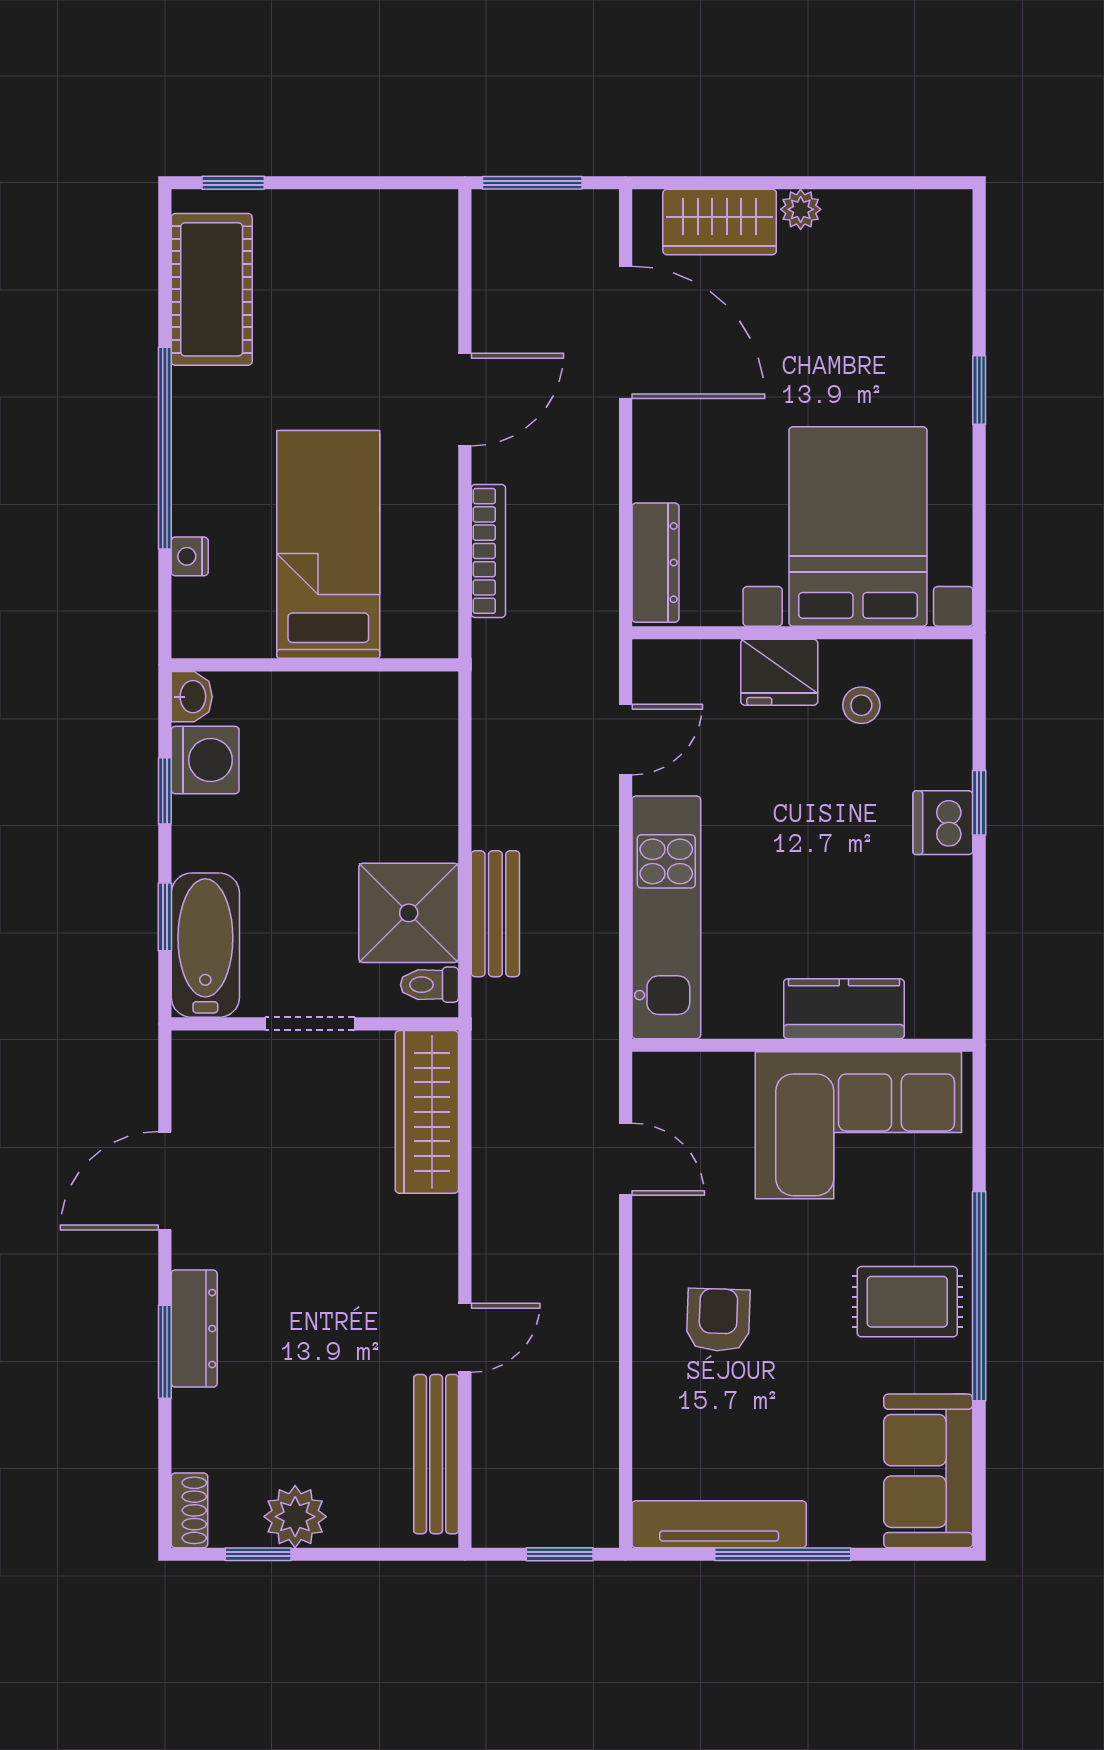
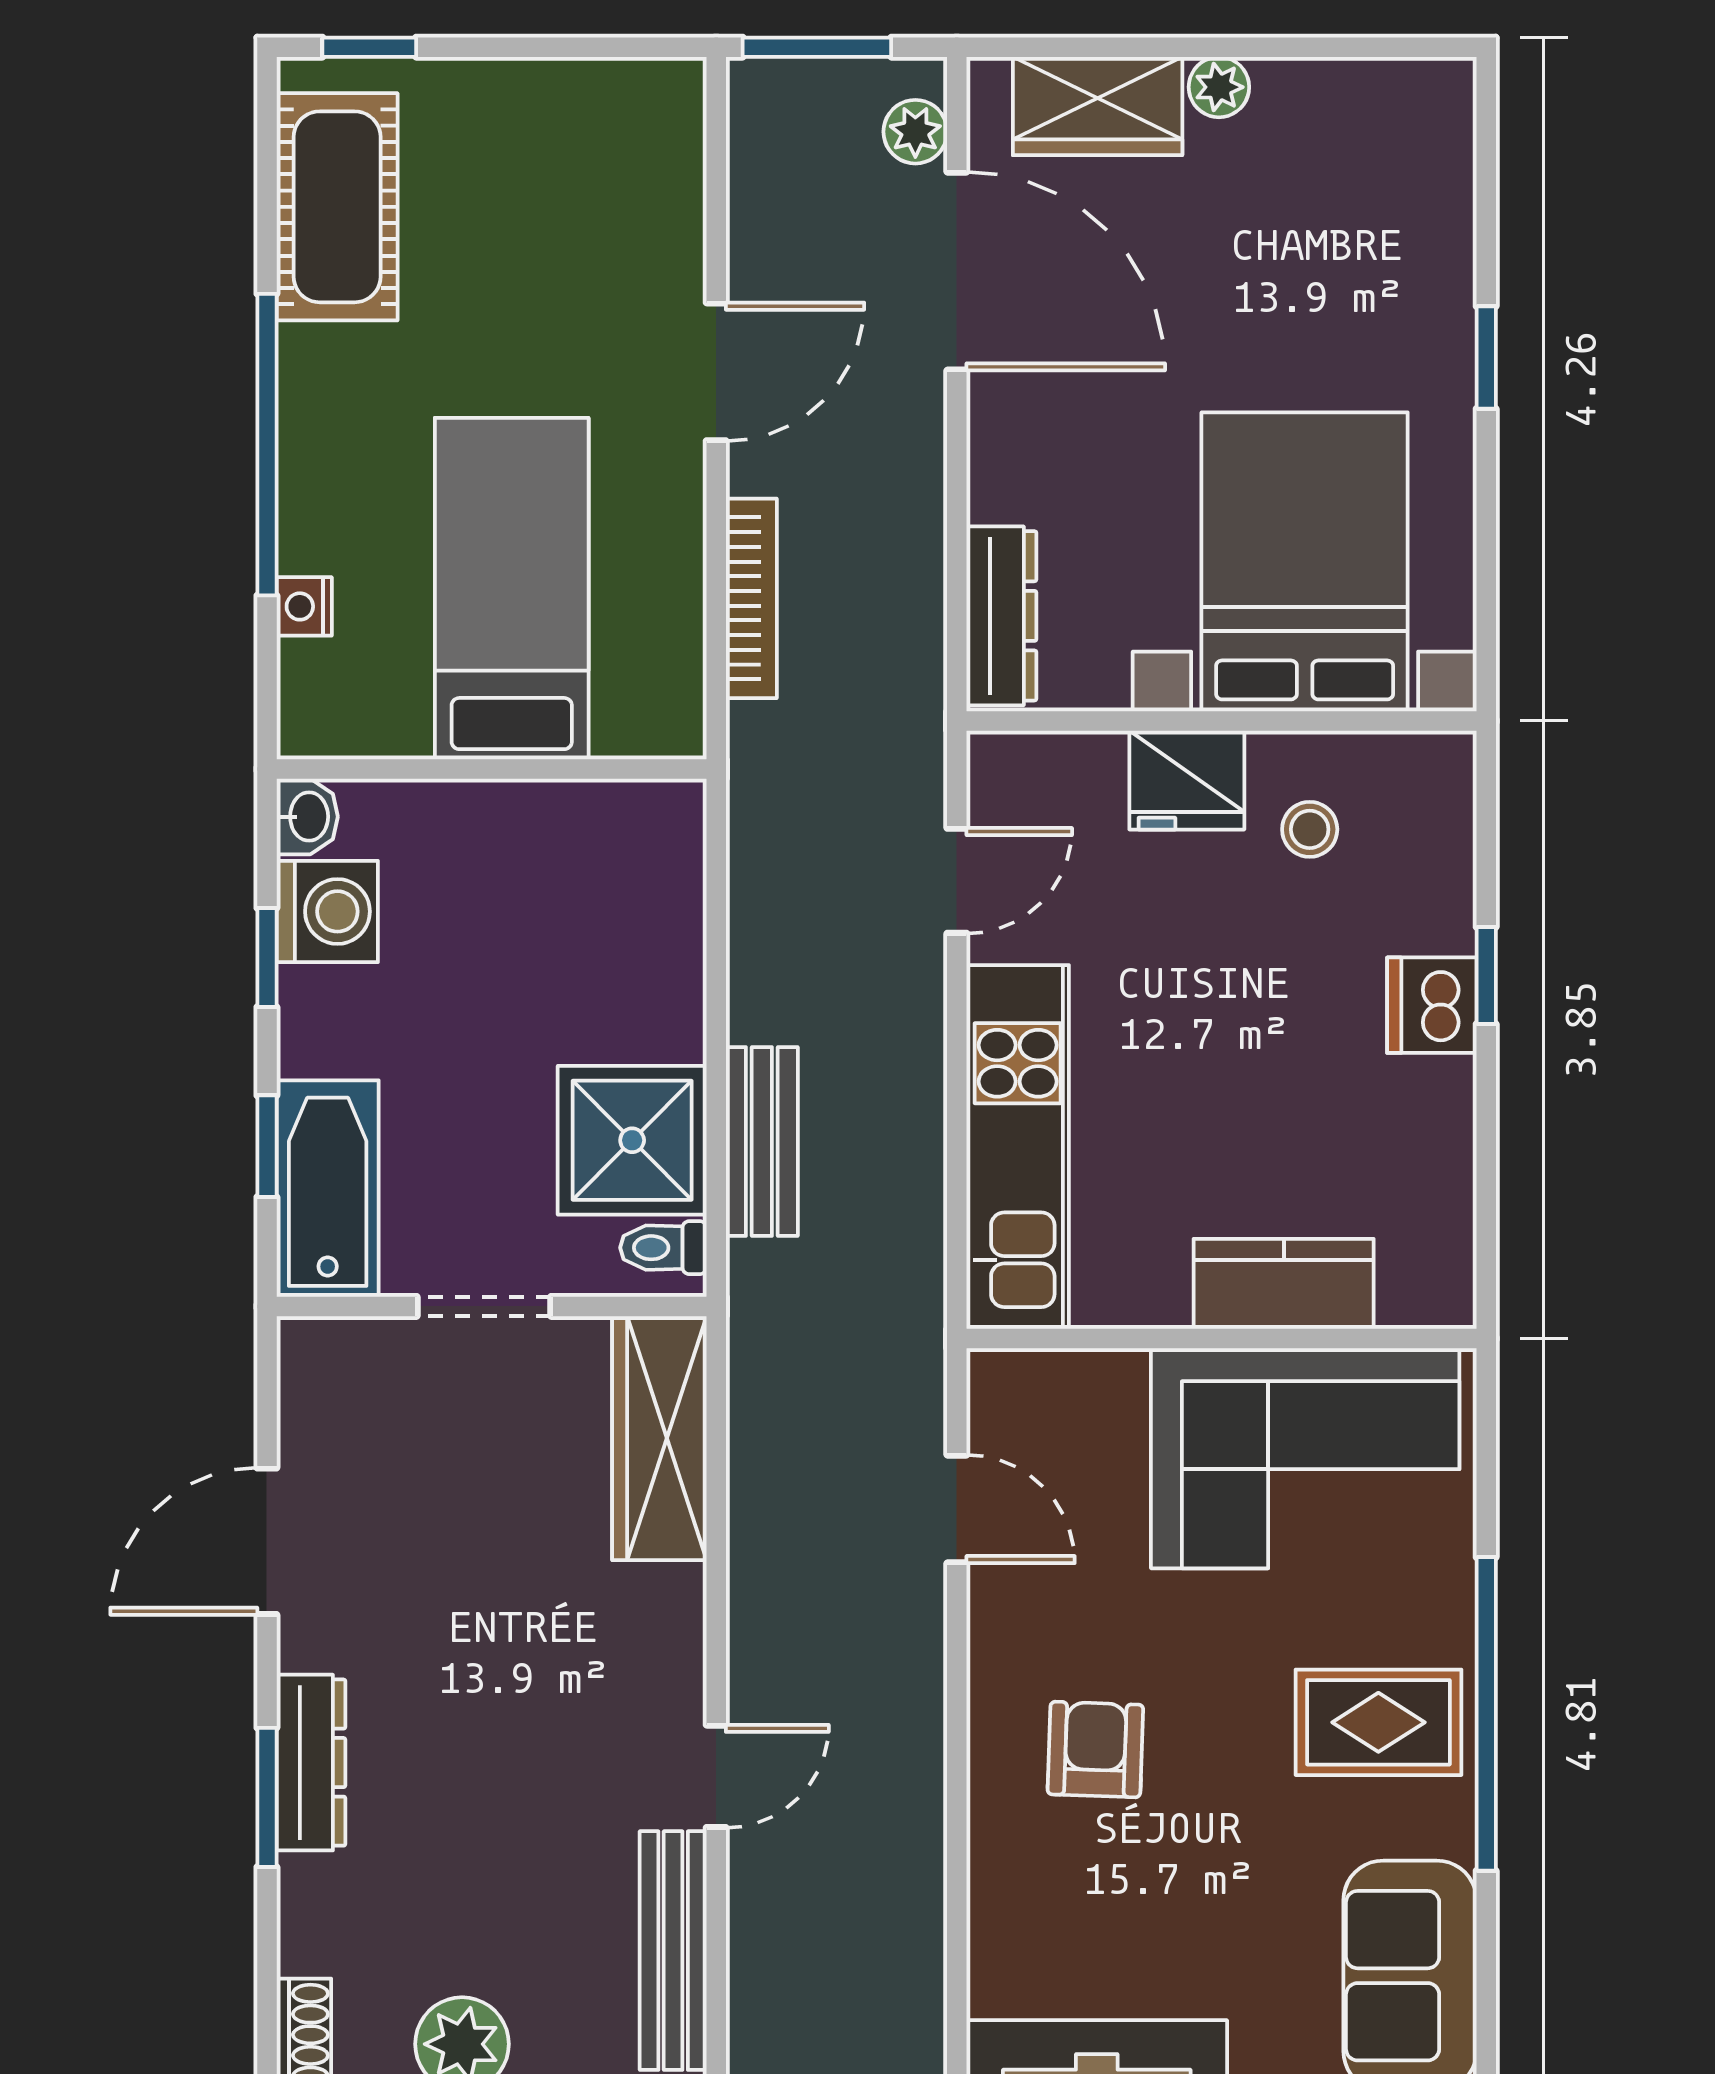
plant: (598, 239) -> (915, 132), added

